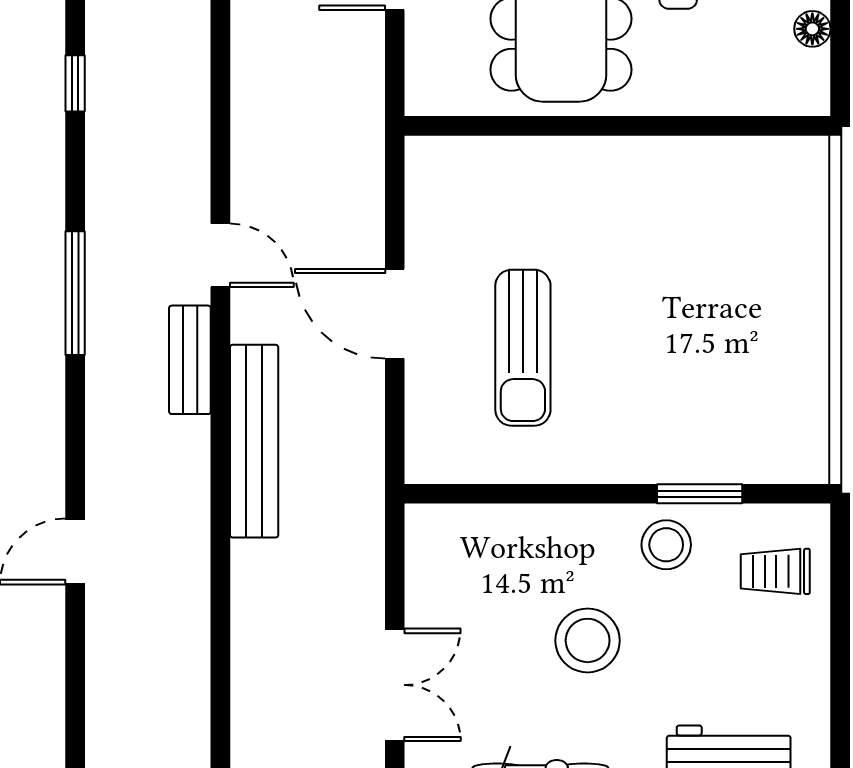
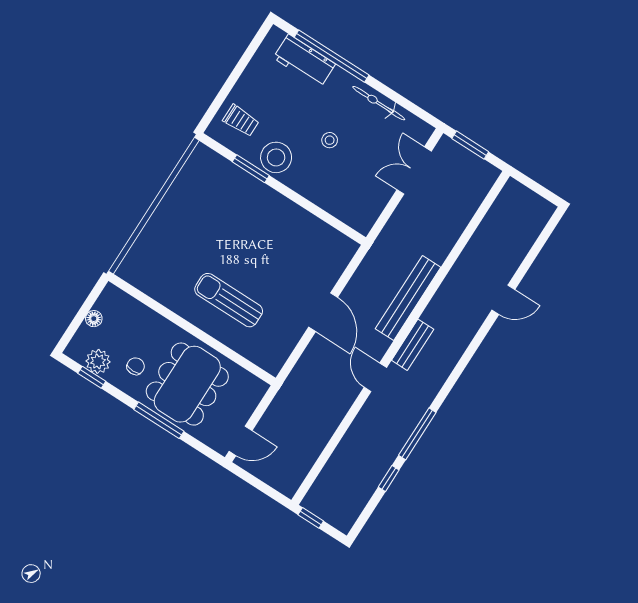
window: (75, 293) -> (417, 434), moved
sun lounger: (523, 348) -> (229, 300), moved, turned -90
stool: (666, 545) -> (276, 157), width x1.38, depth x1.38
stool: (588, 640) -> (330, 140), width x0.53, depth x0.53

